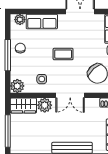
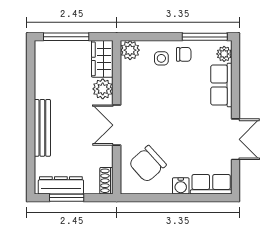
coffee table: (63, 54) -> (175, 115), removed
window: (8, 55) -> (205, 37), moved
side table: (42, 79) -> (161, 58), moved

